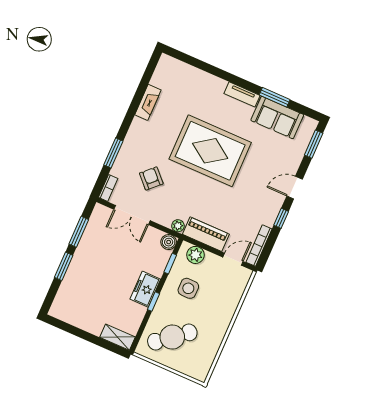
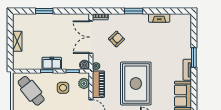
window: (275, 97) -> (194, 58), moved
rug: (210, 151) -> (136, 84), moved
window: (113, 153) -> (134, 11), moved
double door: (132, 215) -> (91, 37), width x1.37
window: (79, 232) -> (68, 11), removed
shelving: (117, 337) -> (17, 41), moved

